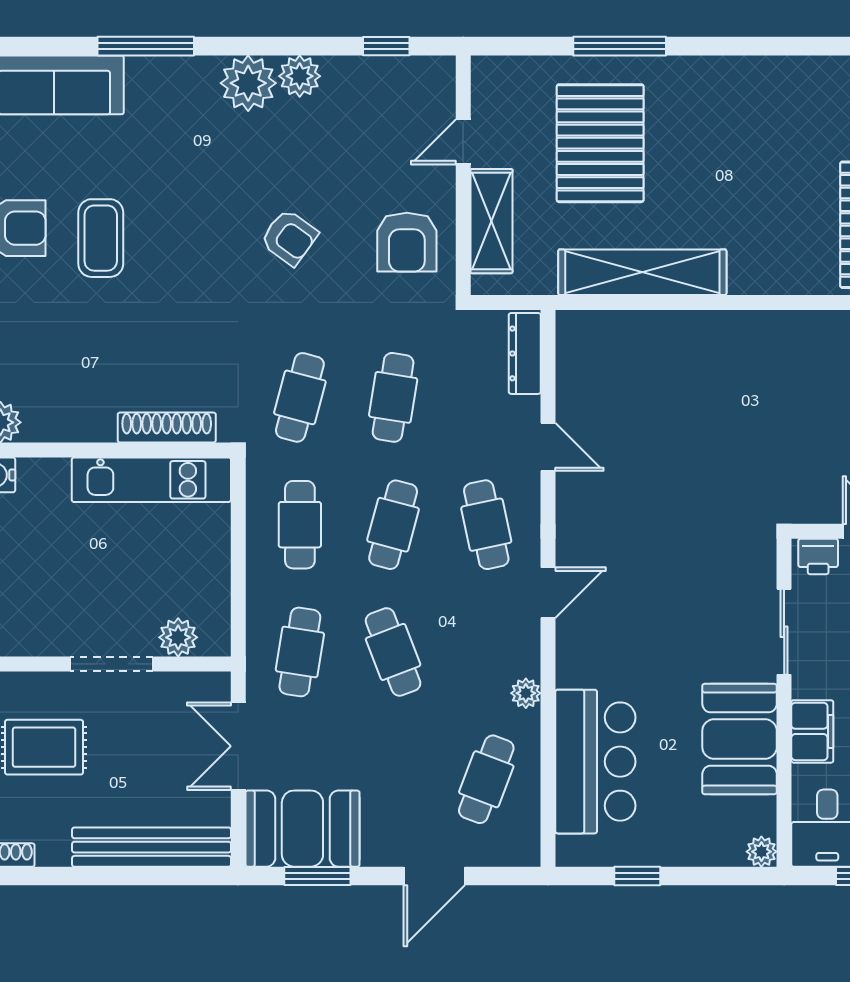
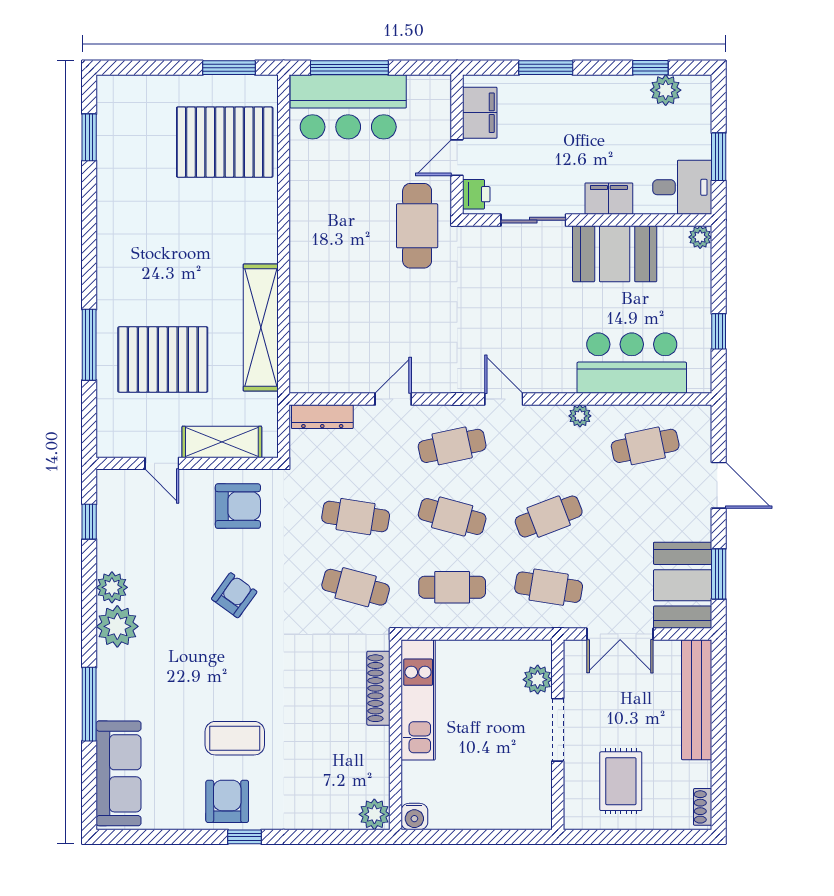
cafe table: (776, 478) -> (417, 226), added
cafe table: (486, 779) -> (645, 446), turned -33

